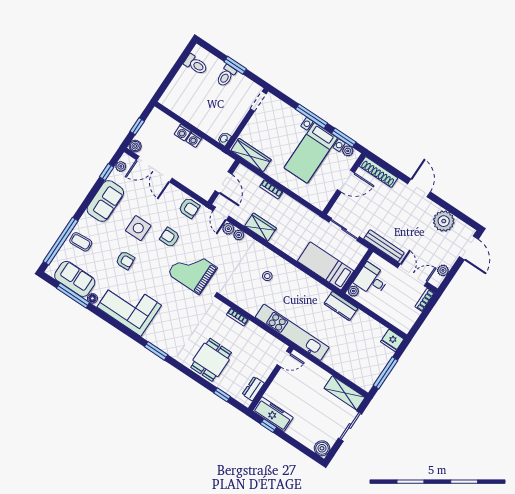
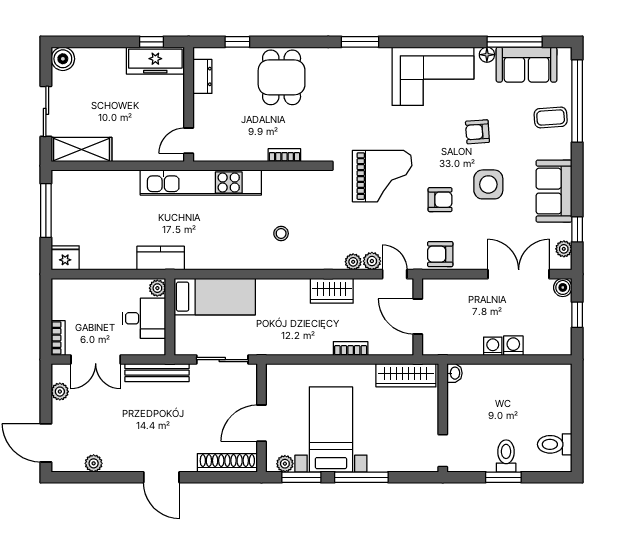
plant: (444, 221) -> (94, 463), width x0.53, depth x0.53

